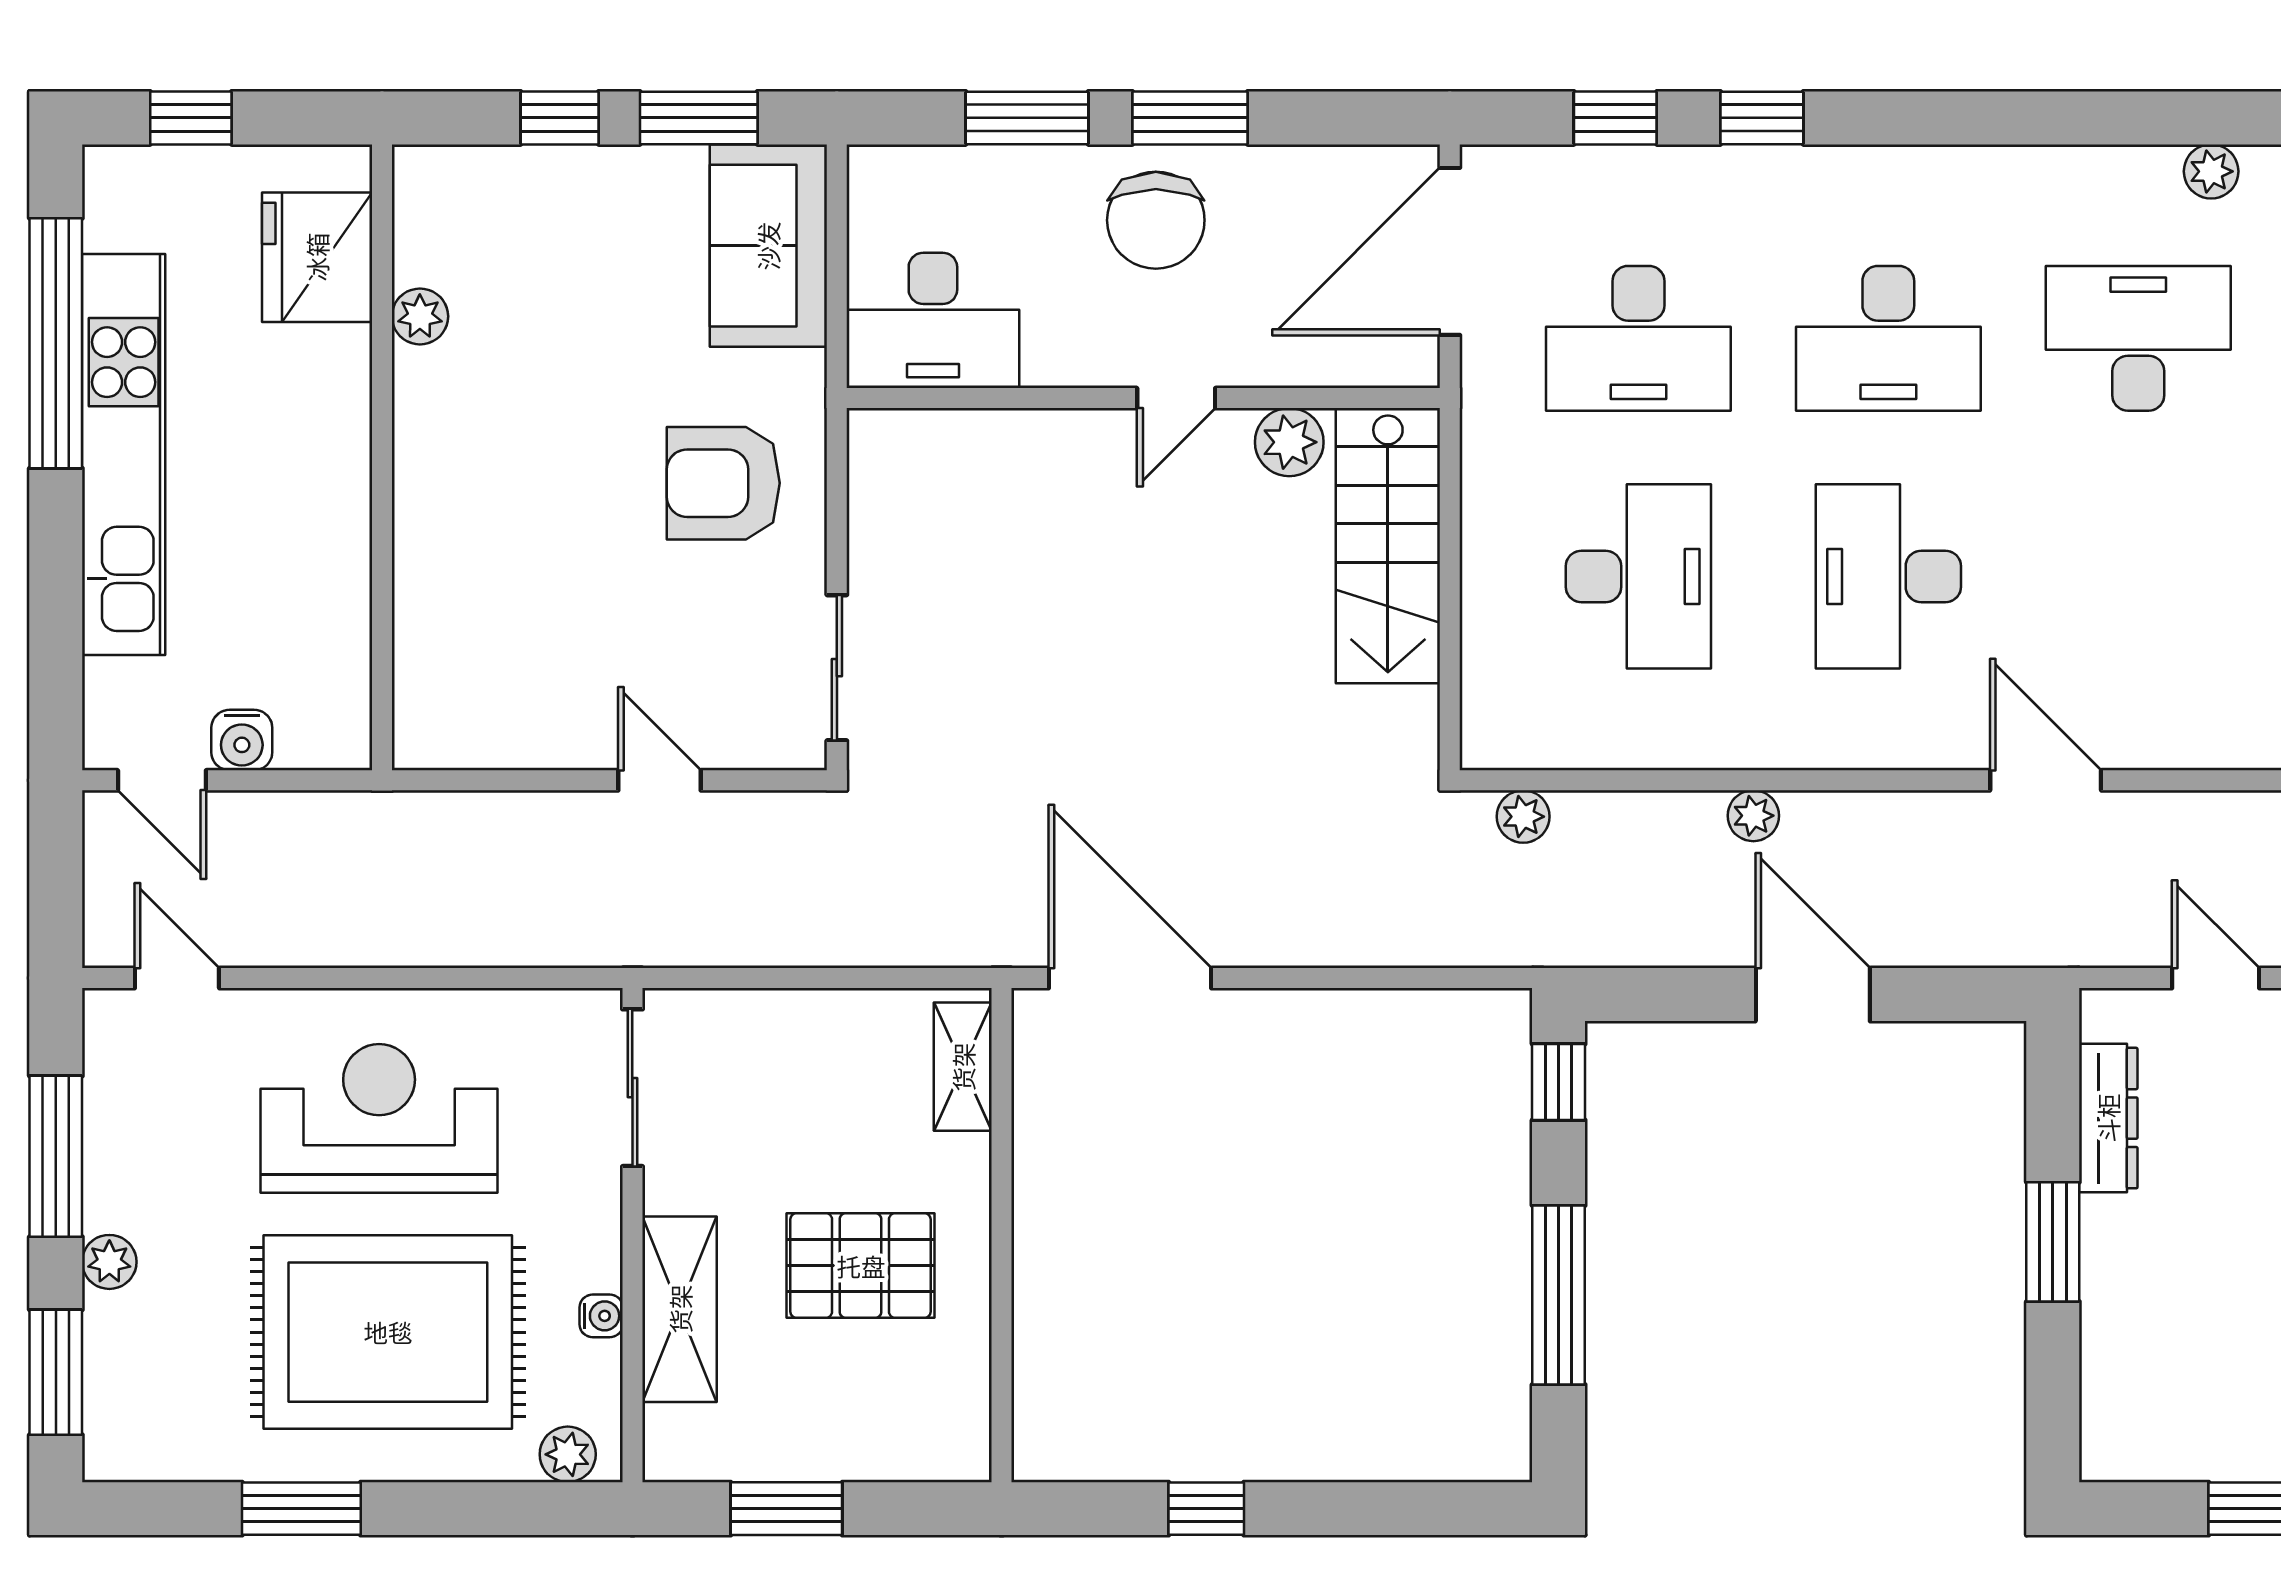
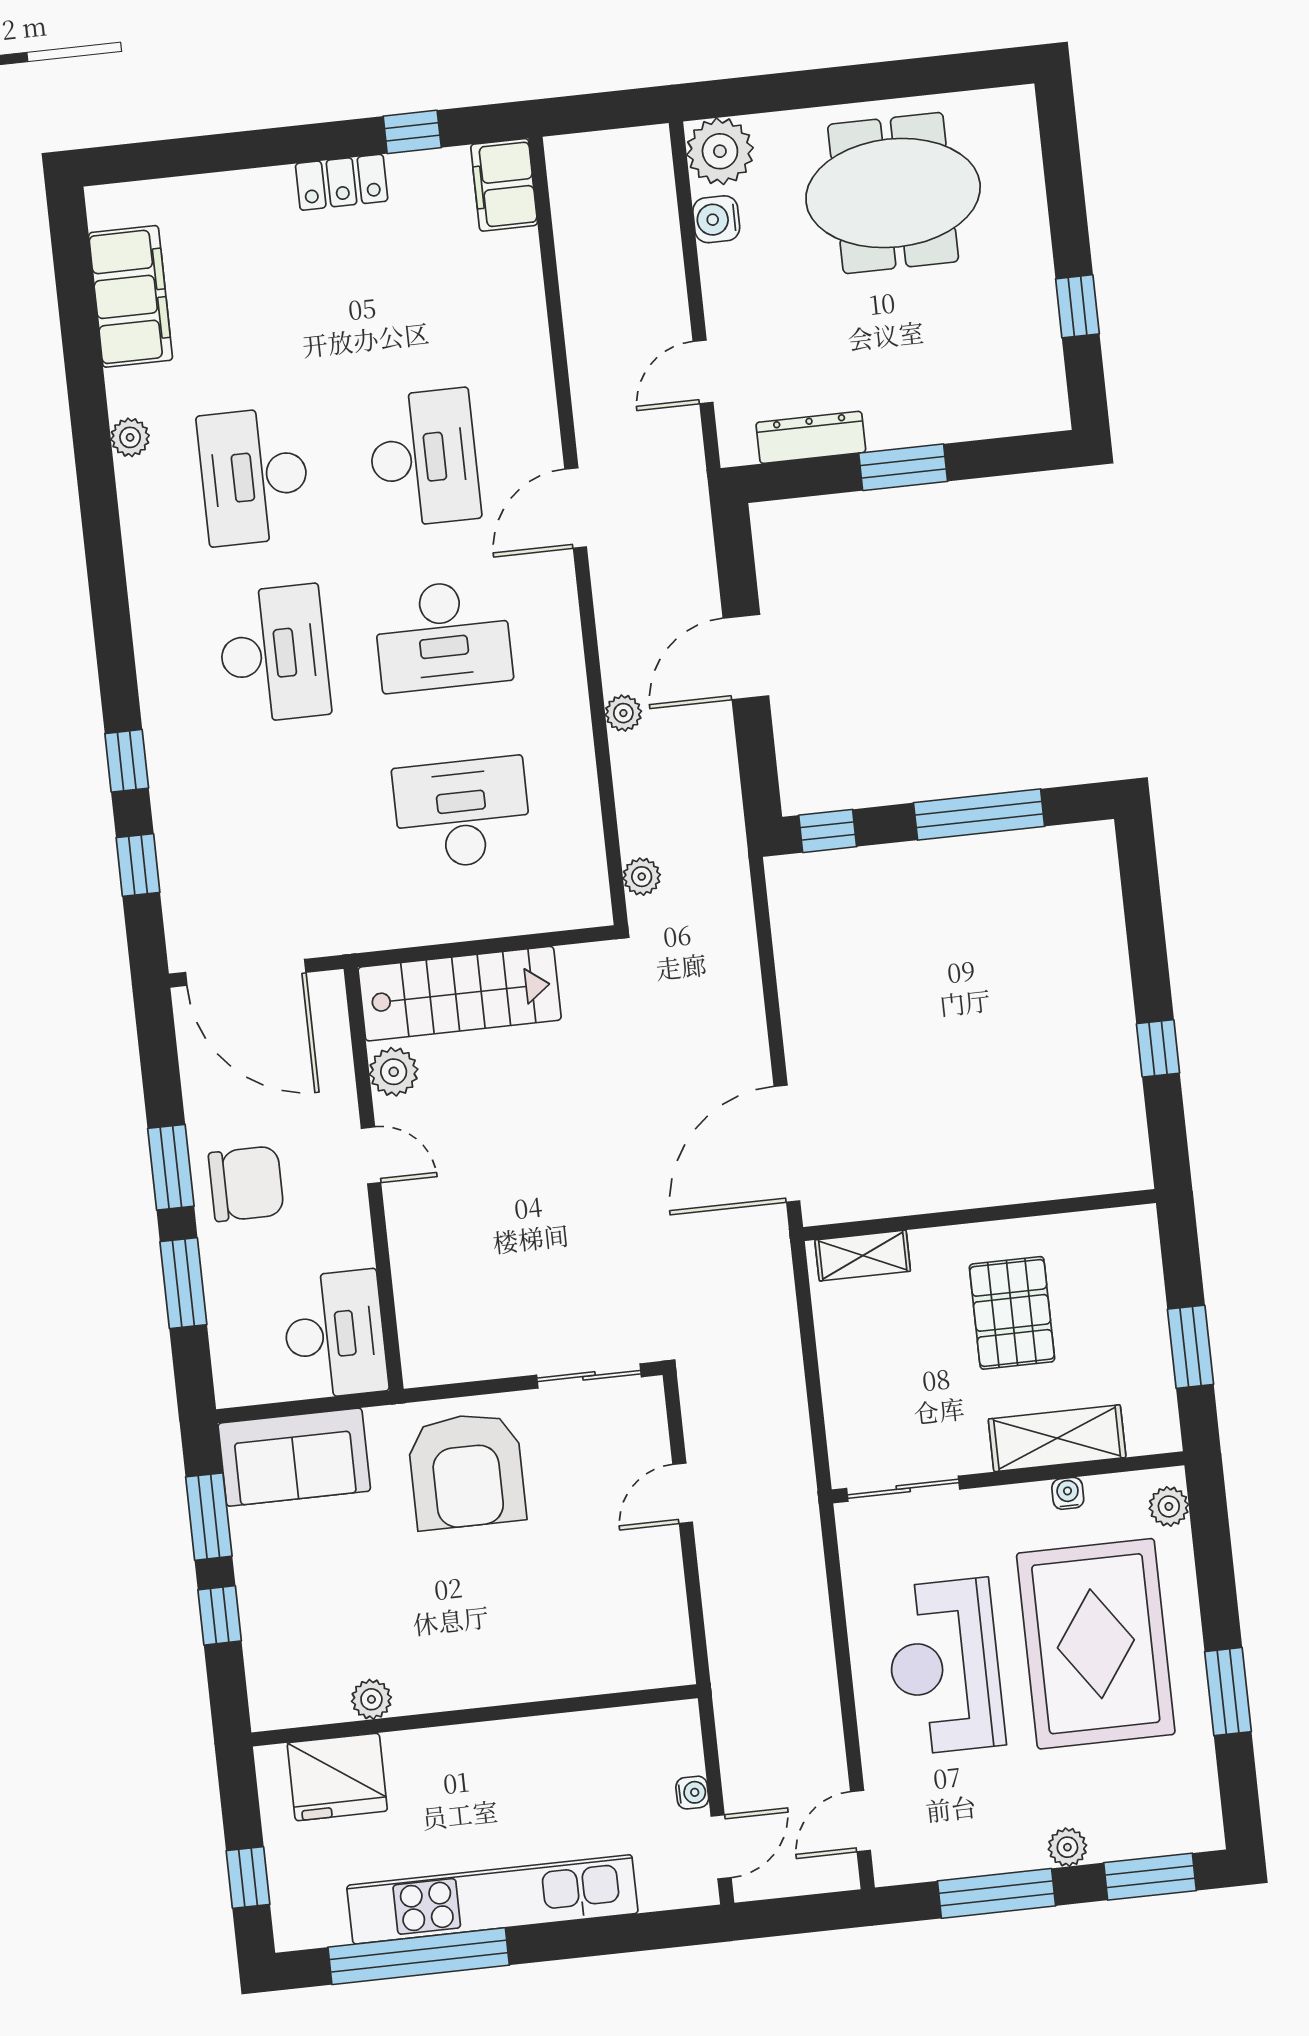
desk: (1638, 338) -> (424, 458), moved
armchair: (723, 483) -> (467, 1471), width x1.36, depth x1.36
water cooler: (242, 740) -> (692, 1793), width x0.72, depth x0.72

